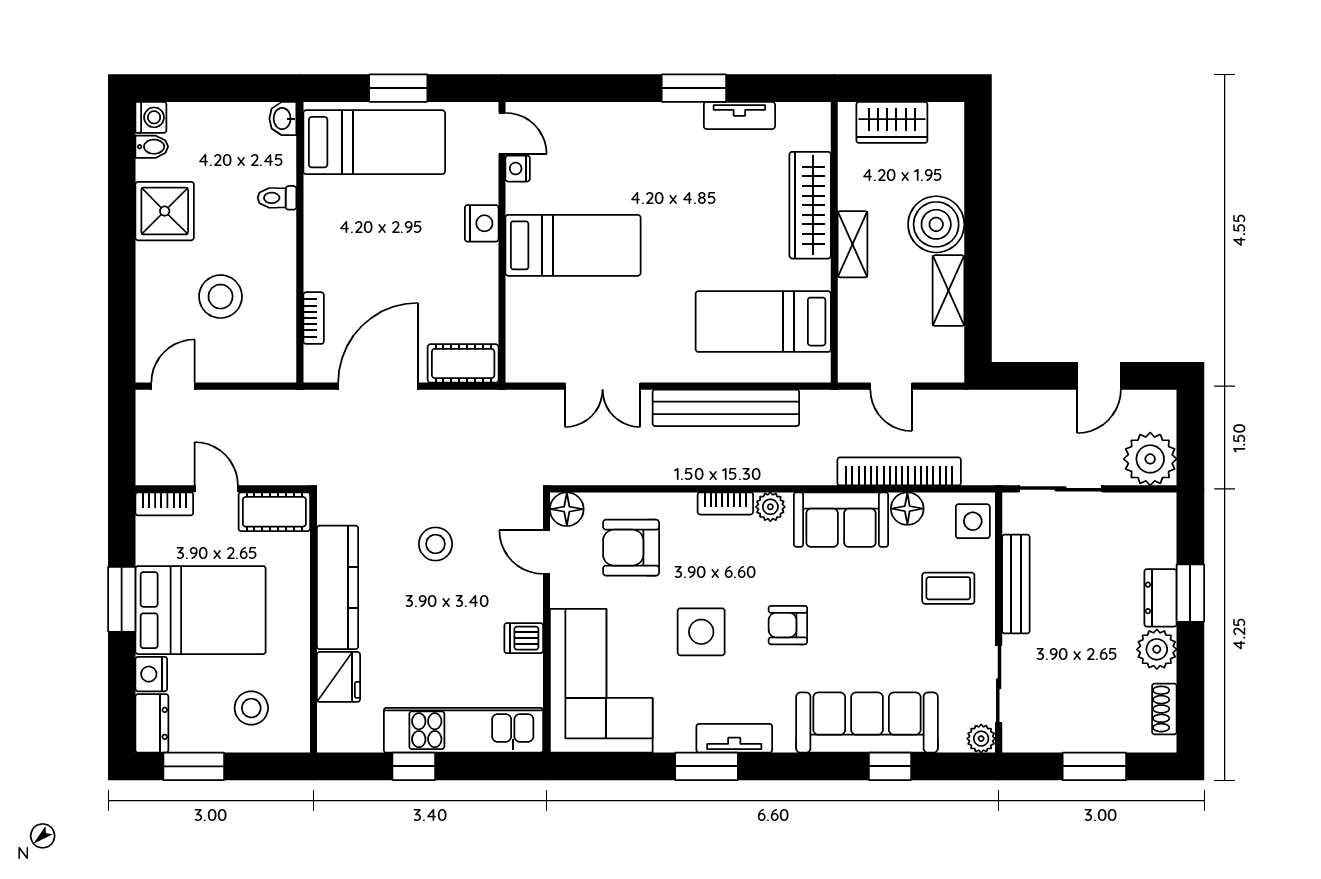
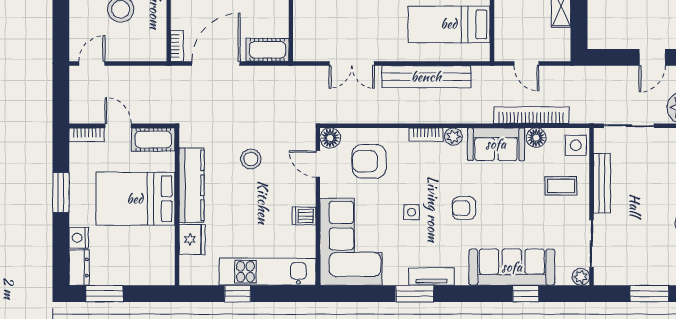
bookcase: (314, 318) -> (177, 46), moved
bed: (201, 610) -> (135, 199), moved, turned 180
side table: (701, 632) -> (412, 212), width x0.54, depth x0.54
stool: (251, 708) -> (139, 258), removed

